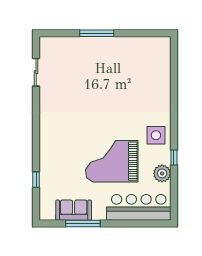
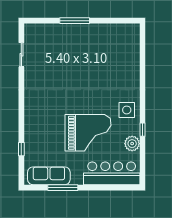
grand piano: (112, 161) -> (88, 133), turned 180
sofa: (74, 210) -> (49, 176), width x1.36

